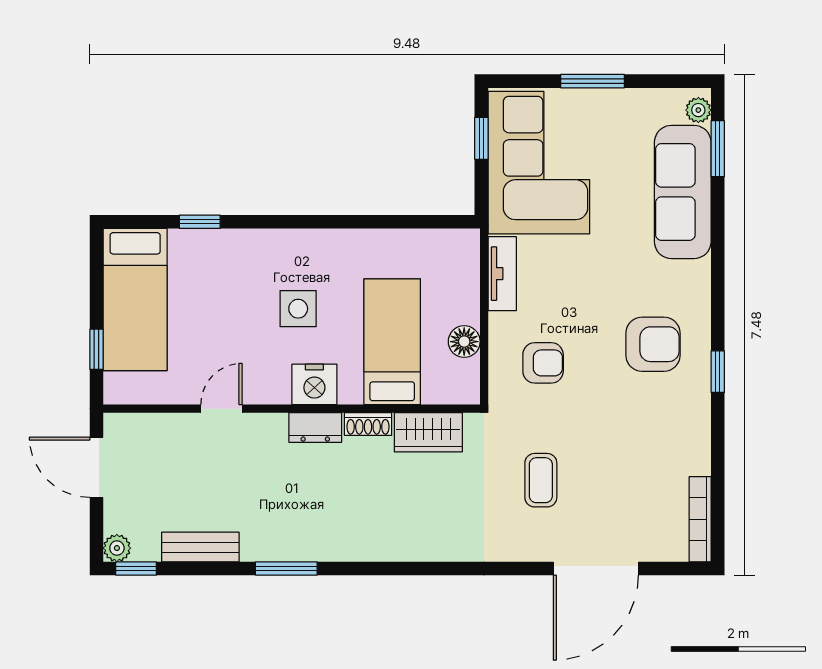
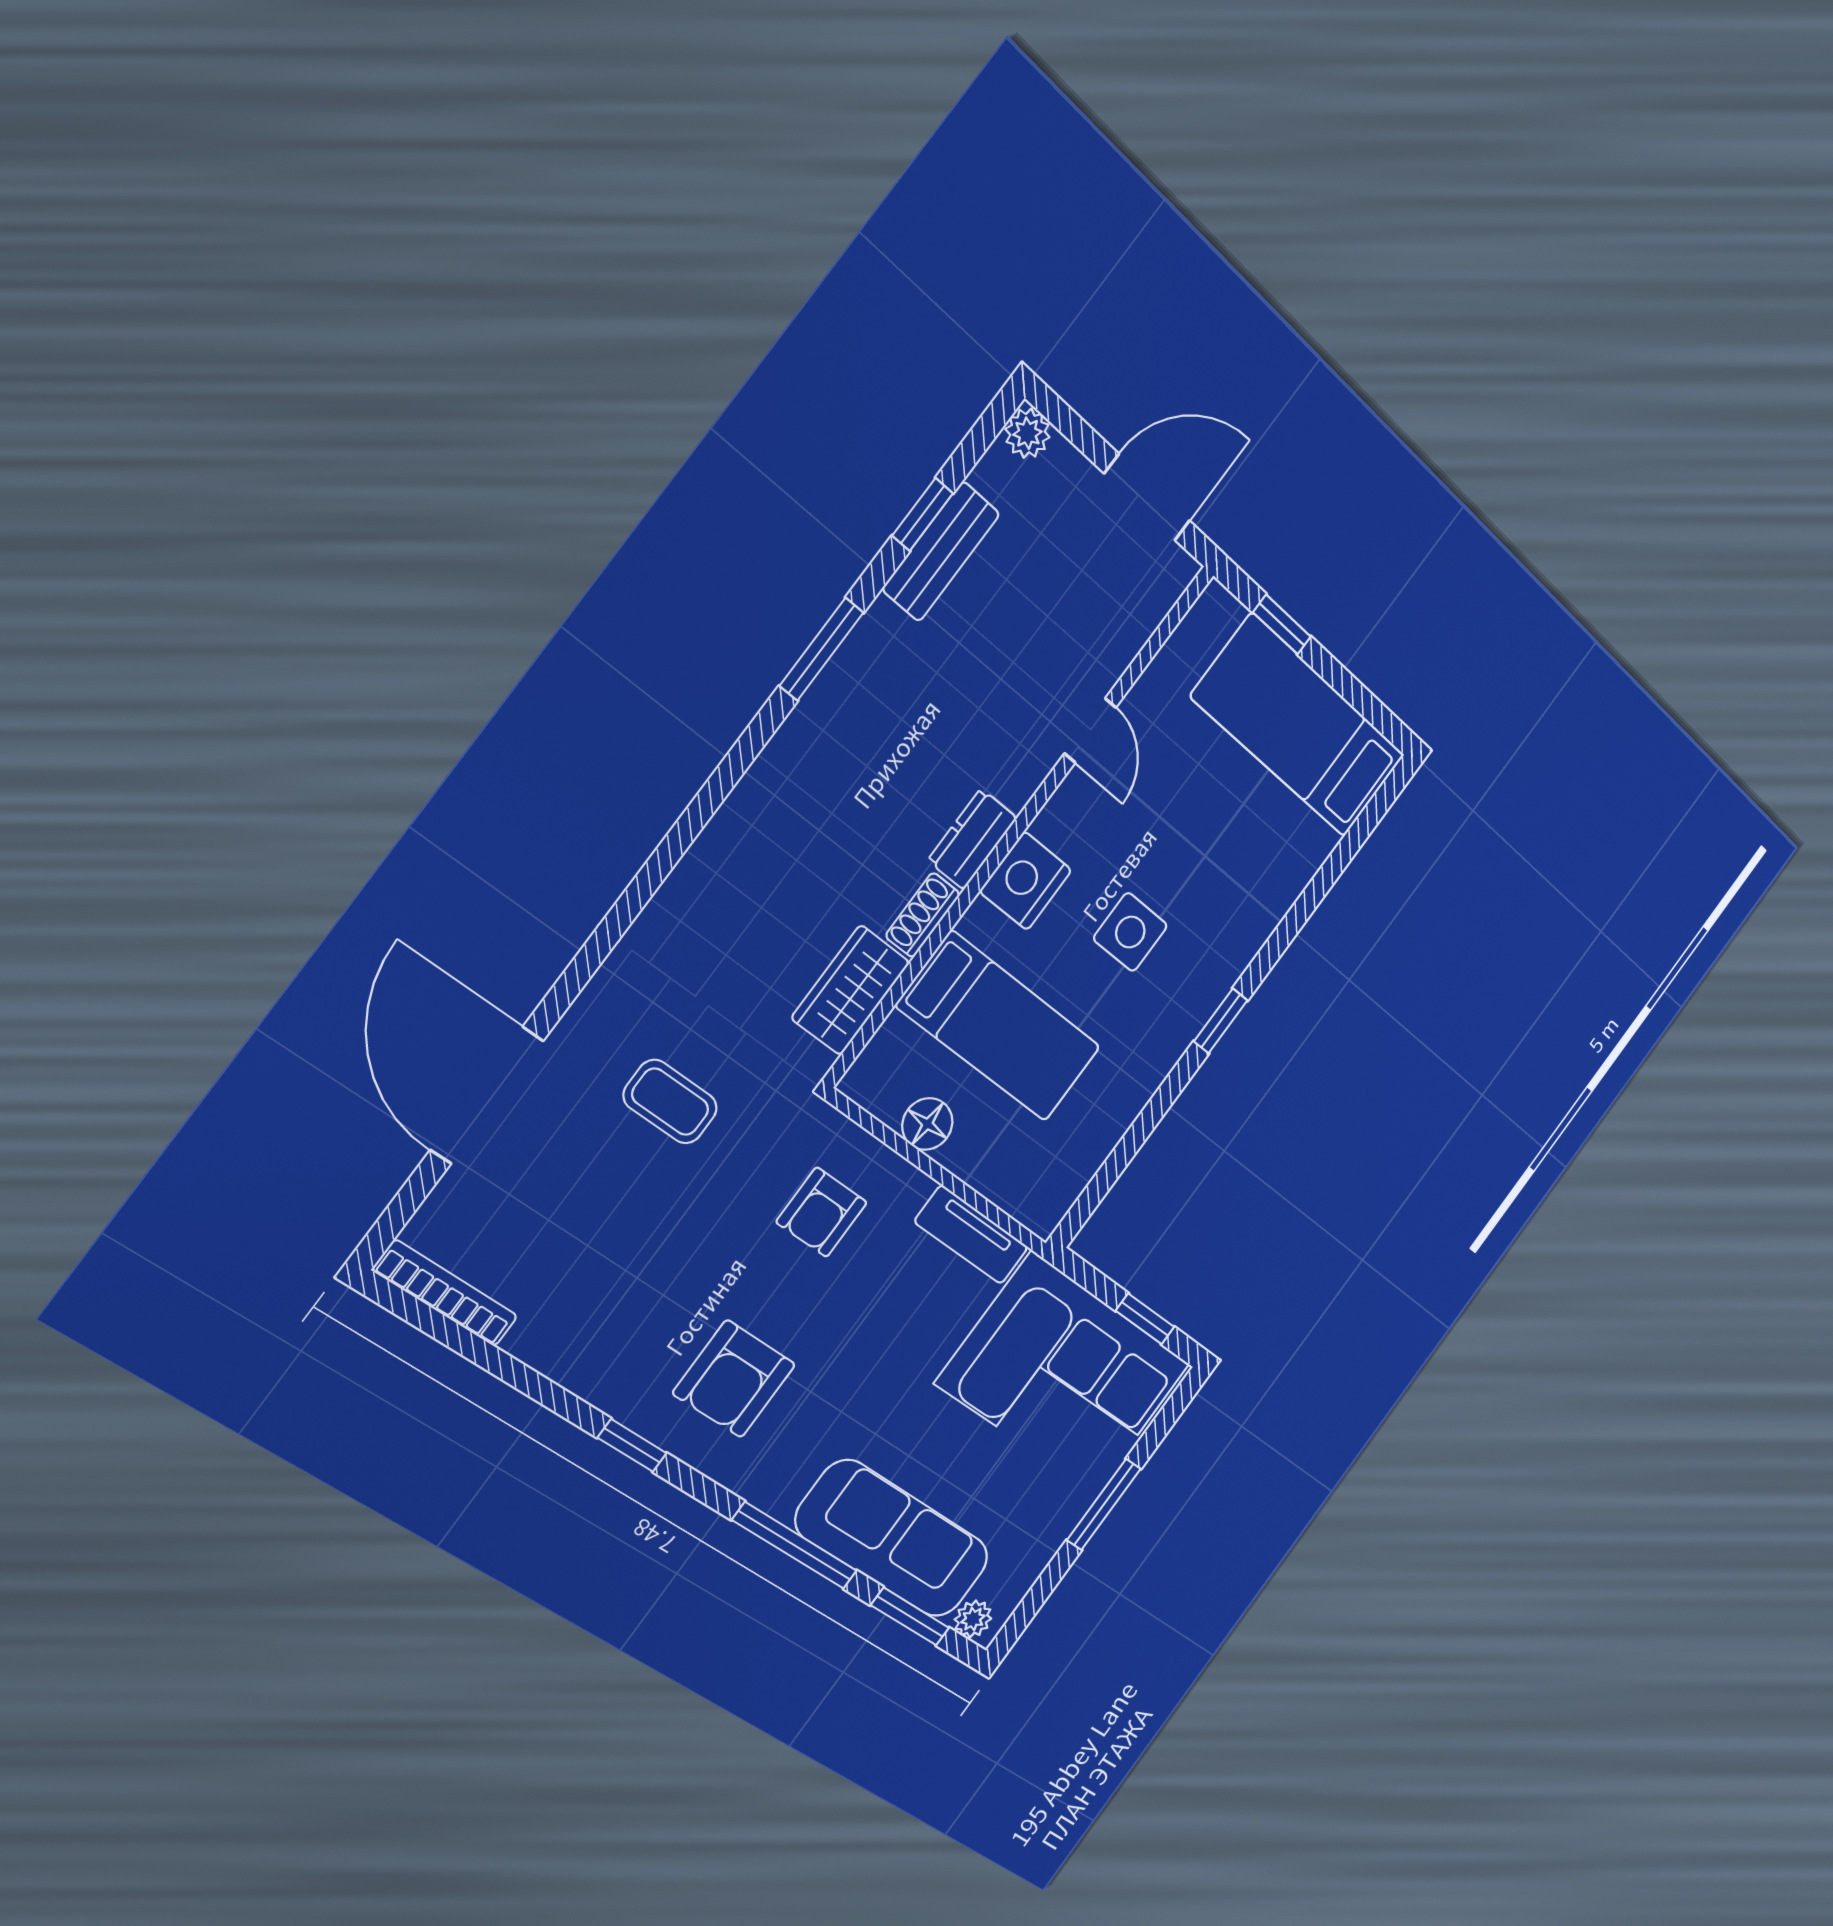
window: (200, 222) -> (1221, 1021), moved
window: (718, 245) -> (795, 1546), added
window: (136, 569) -> (923, 514), moved

